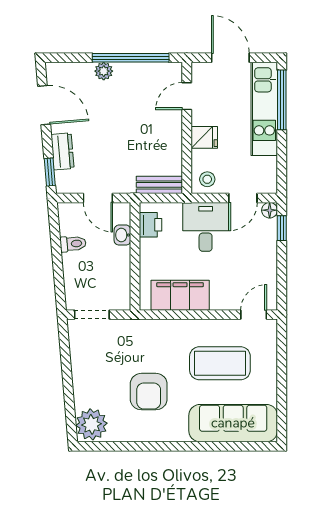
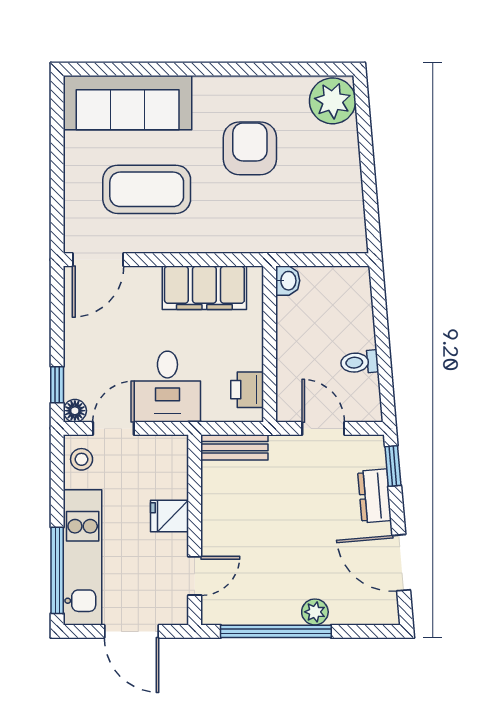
stool: (207, 179) -> (82, 459), moved
washbasin: (122, 235) -> (288, 281), moved
doorway: (92, 315) -> (332, 260), removed
door: (254, 315) -> (98, 260), width x1.38

